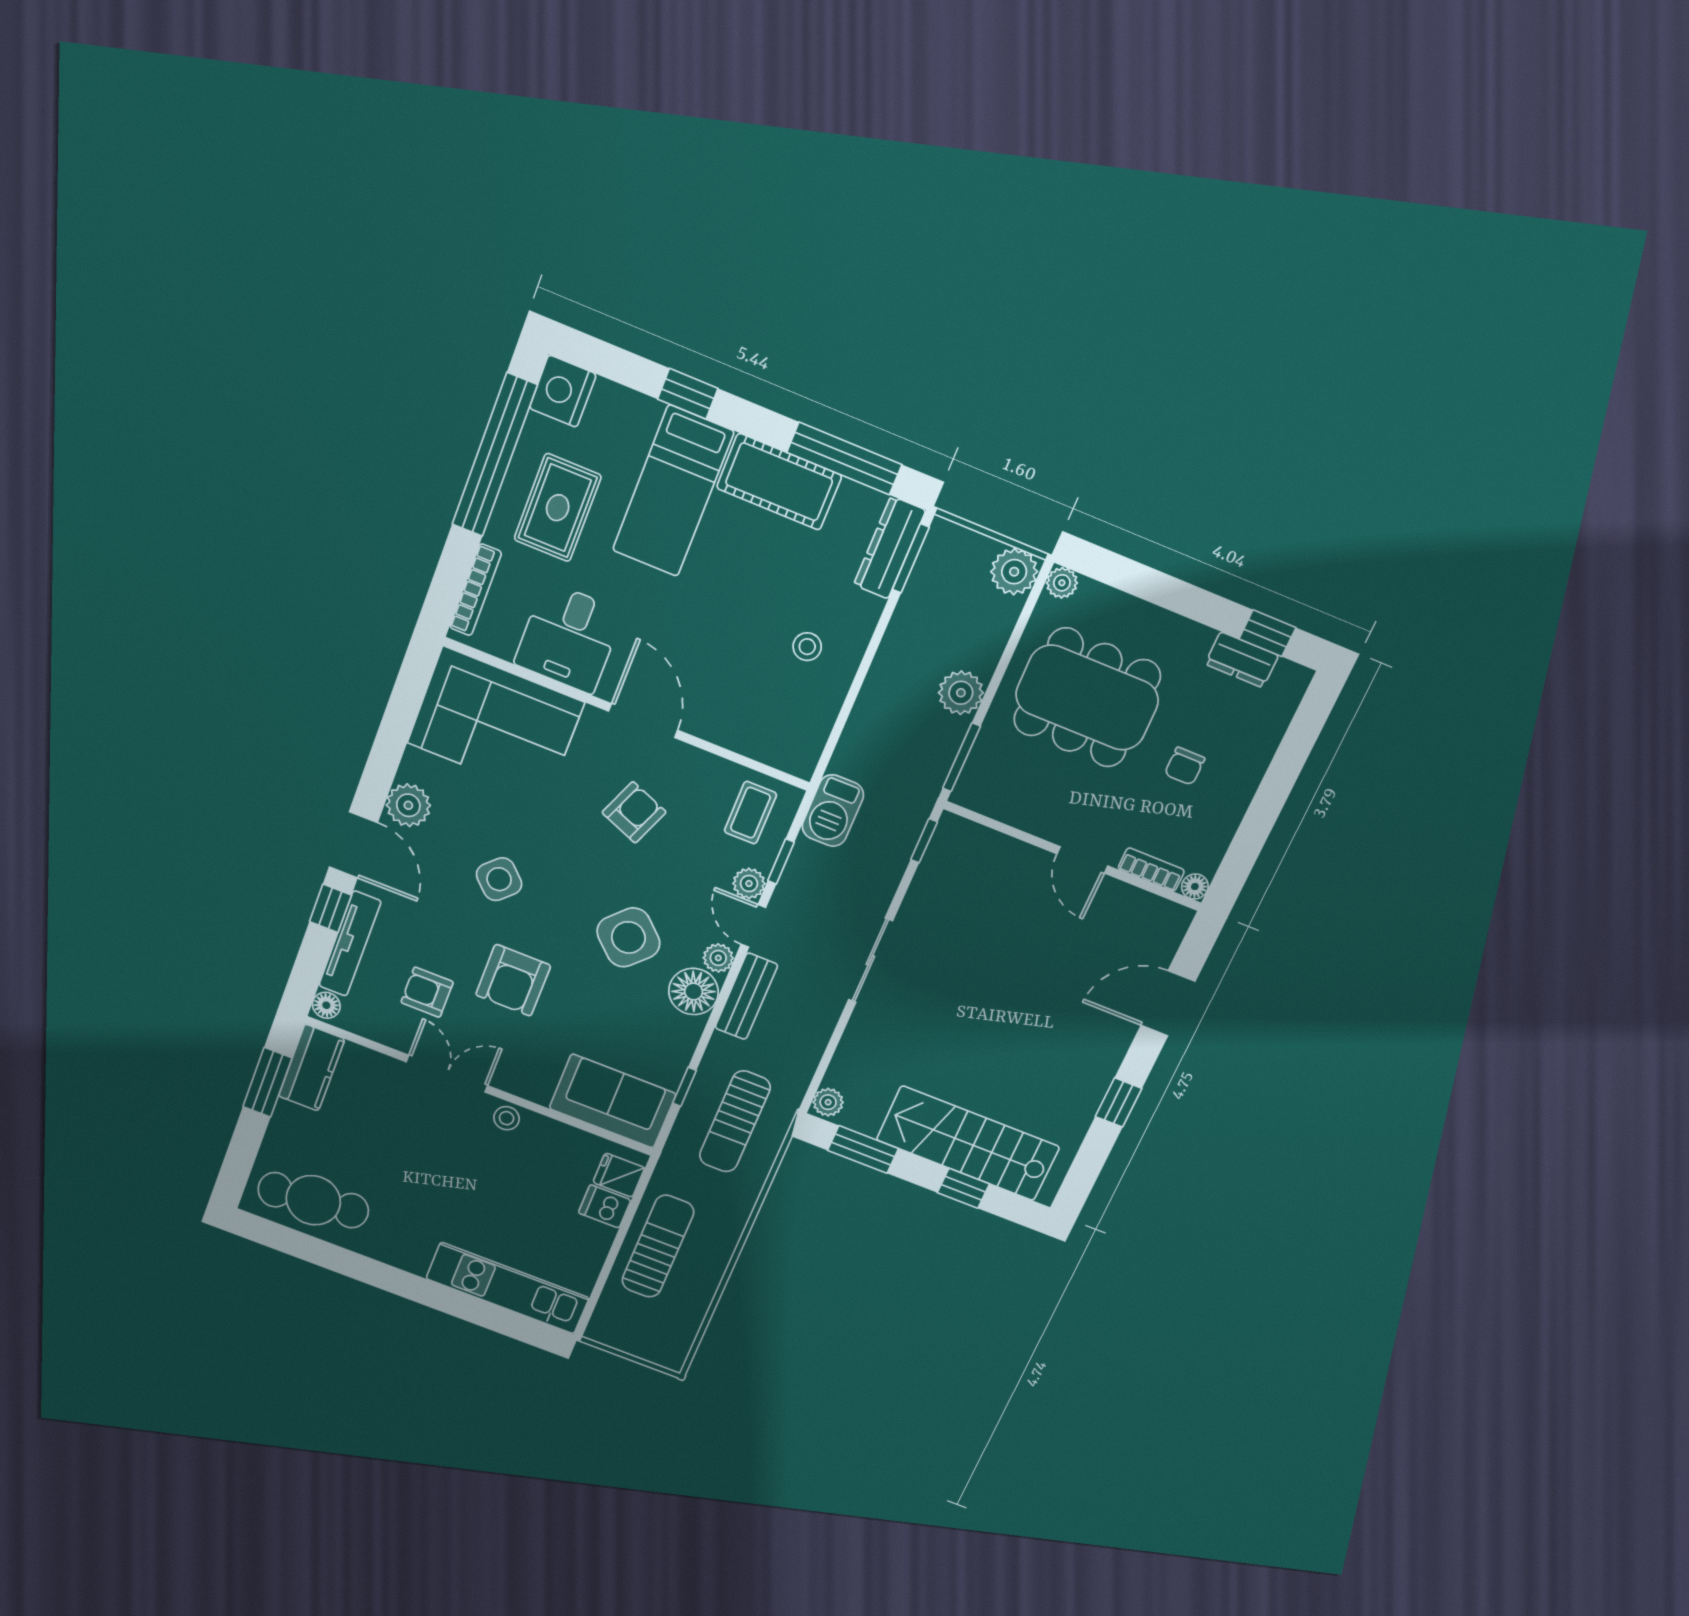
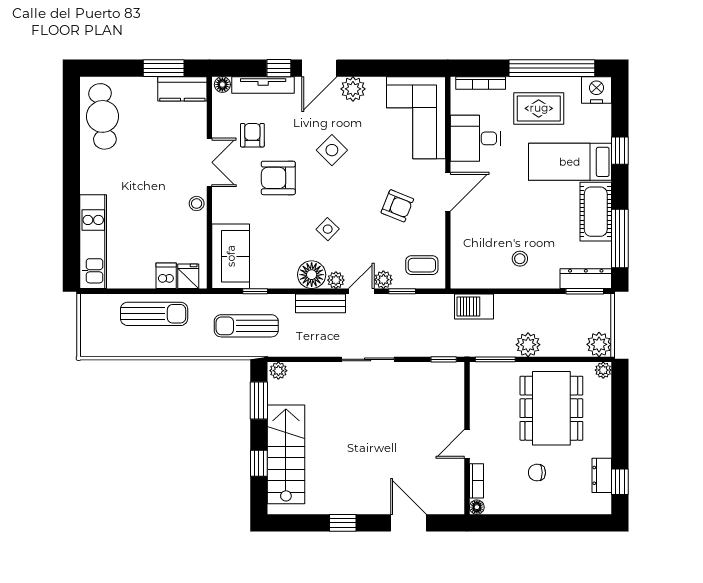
barbecue: (833, 811) -> (474, 306), moved
side table: (628, 937) -> (328, 229), width x0.54, depth x0.54

